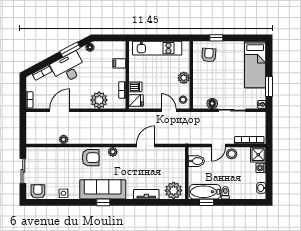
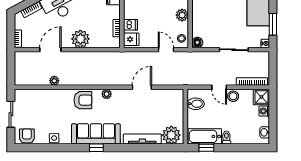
plant: (99, 100) -> (80, 39), moved
floor lamp: (212, 103) -> (197, 42), moved
door: (218, 146) -> (219, 87), hinge flipped
tv unit: (146, 194) -> (142, 139), width x1.41

